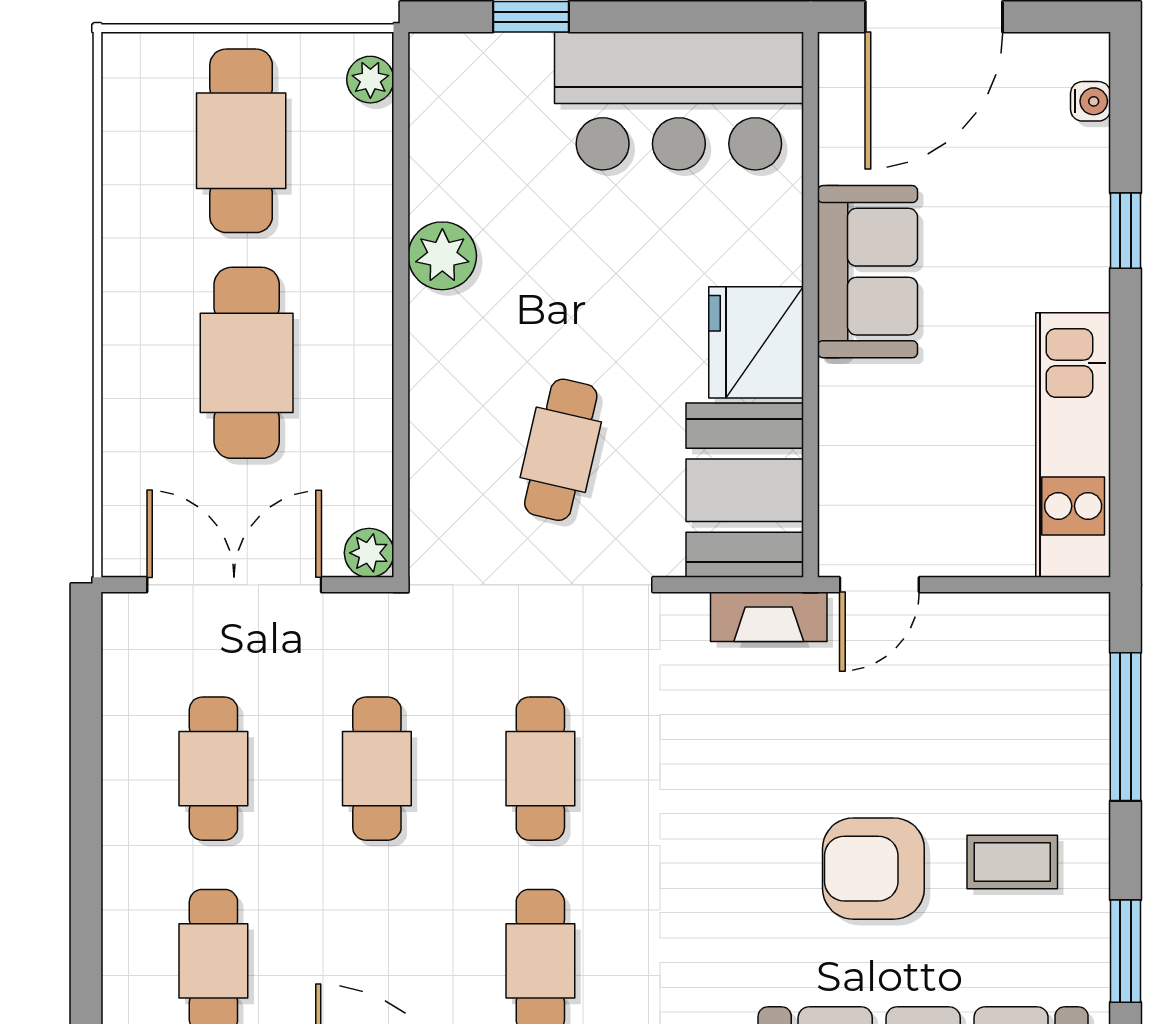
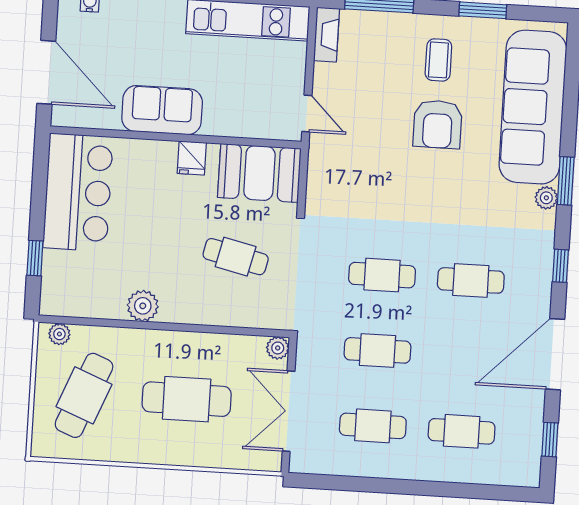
cafe table: (241, 141) -> (84, 395), turned -68
fridge: (756, 342) -> (192, 158), width x0.53, depth x0.75
fireplace: (769, 617) -> (326, 35), moved

